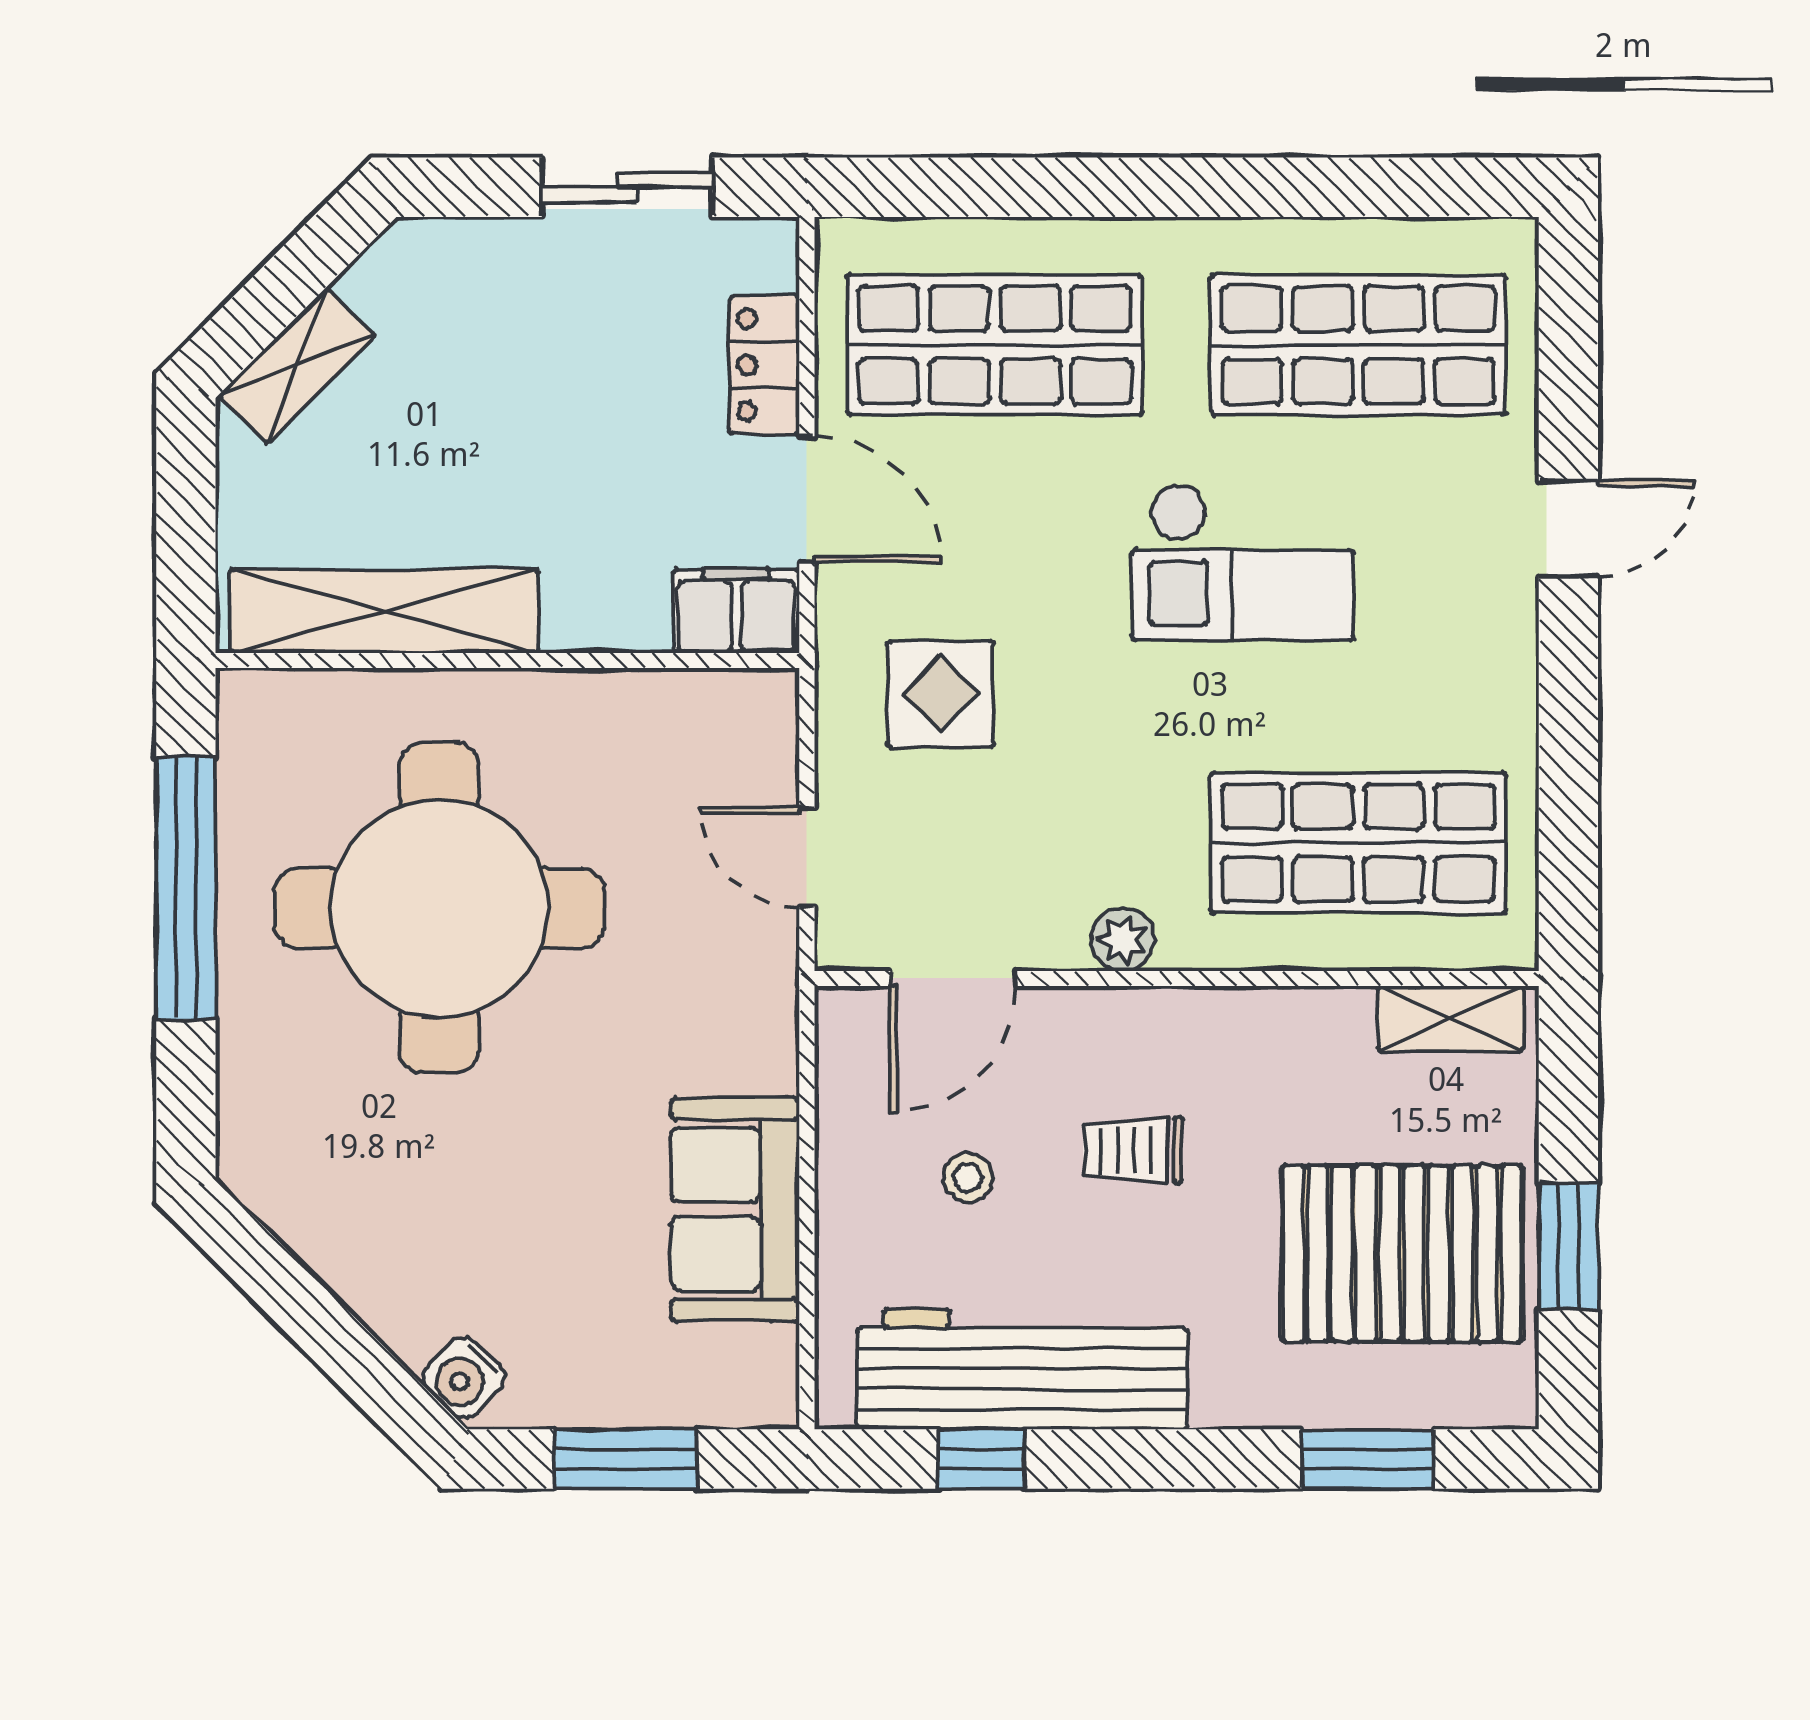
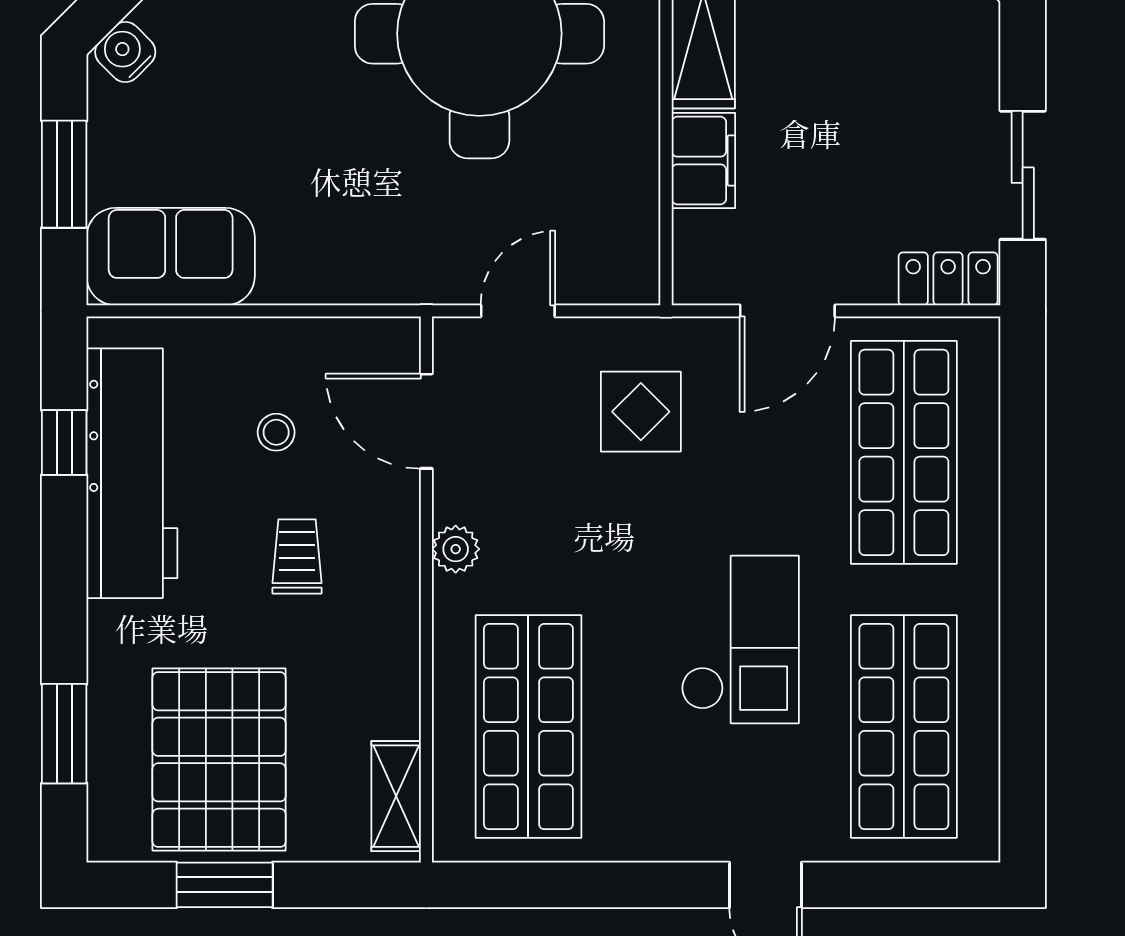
locker: (764, 365) -> (948, 279), moved
checkout: (1243, 562) -> (740, 639), turned 180
filing cabinet: (736, 611) -> (703, 160), moved
sofa: (735, 1209) -> (171, 257), moved

